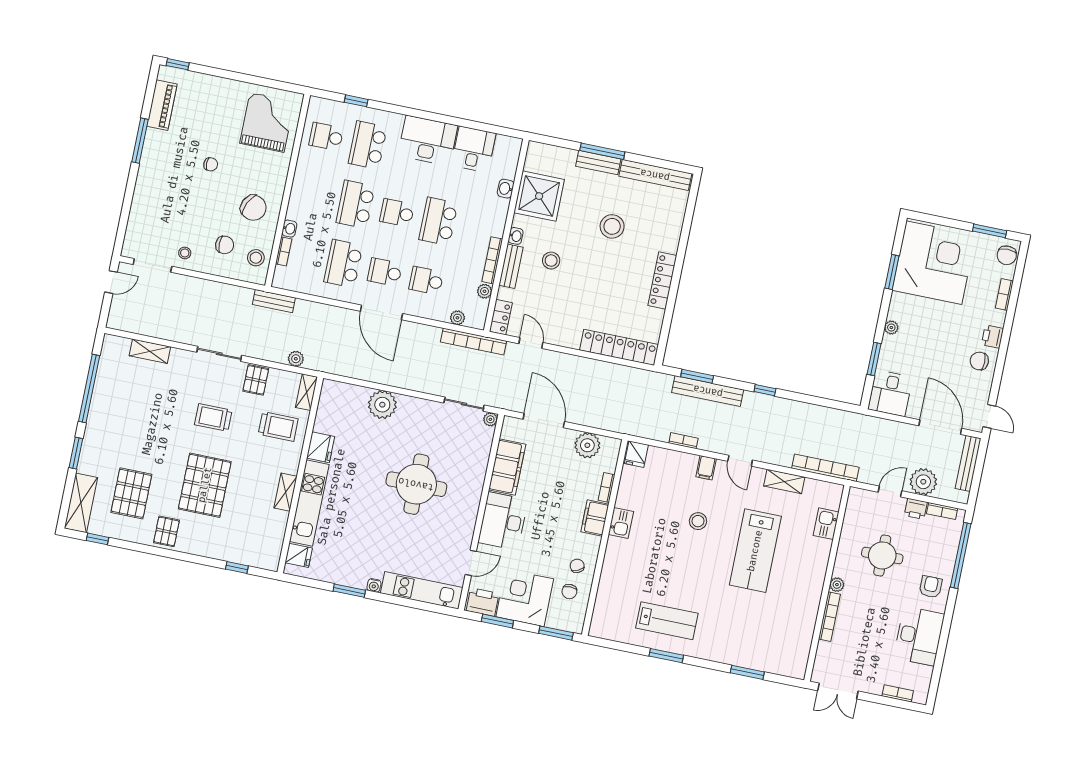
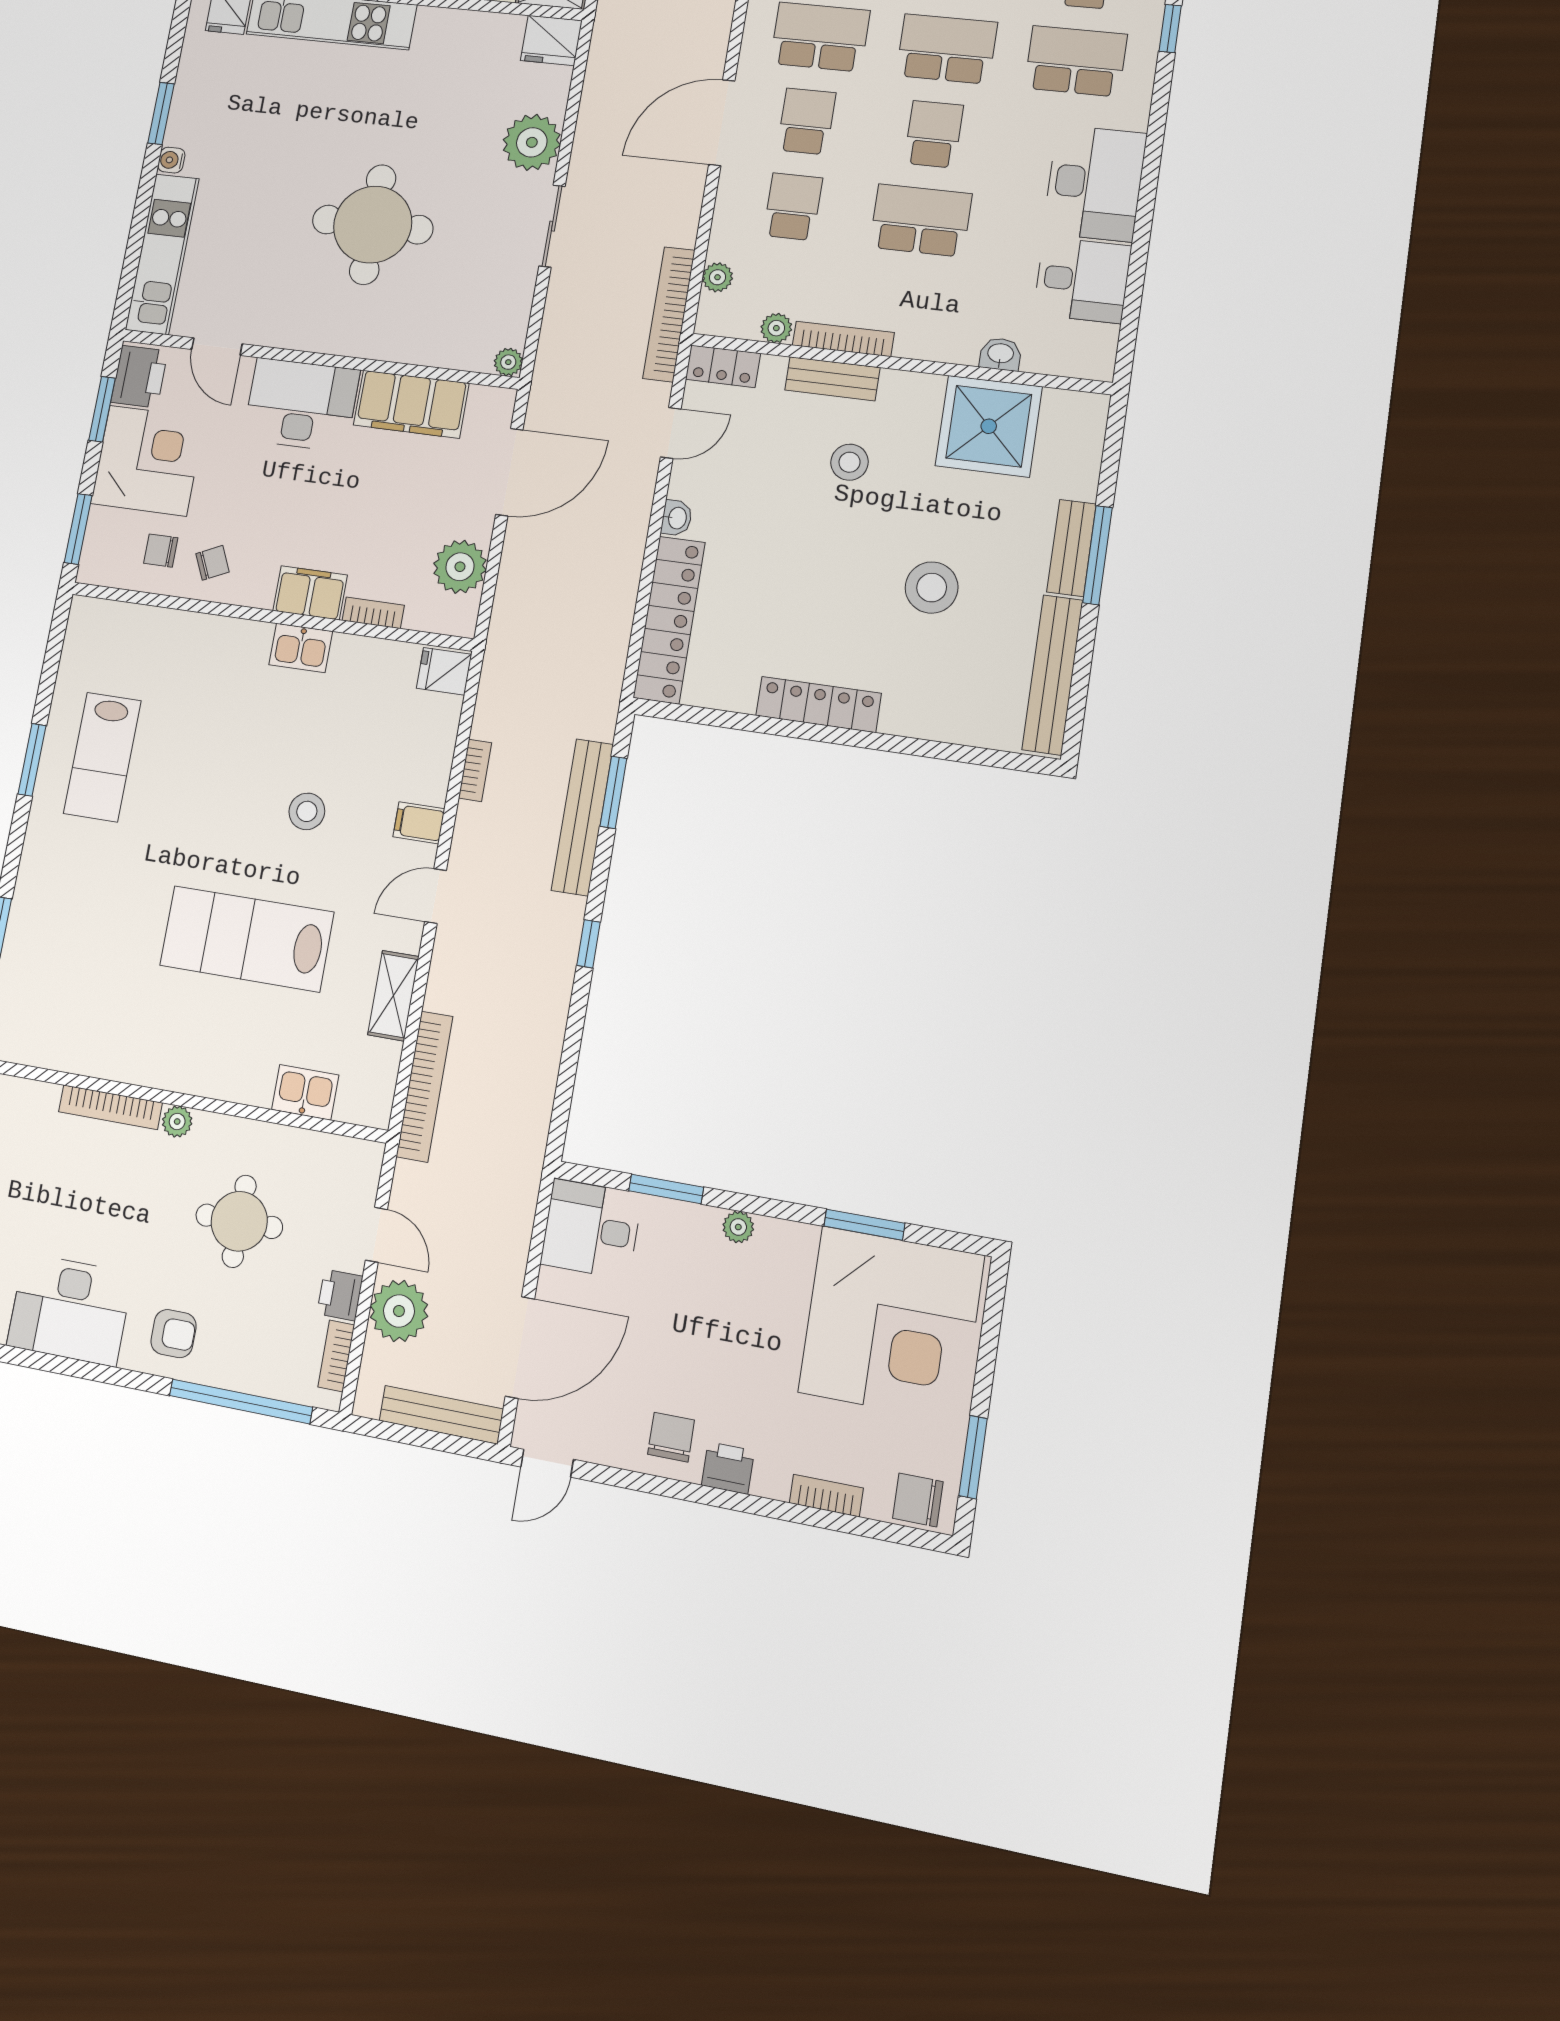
washbasin: (516, 236) -> (677, 518), moved, turned -90
sliding door: (464, 404) -> (552, 226), moved
fridge: (321, 447) -> (551, 40), moved

